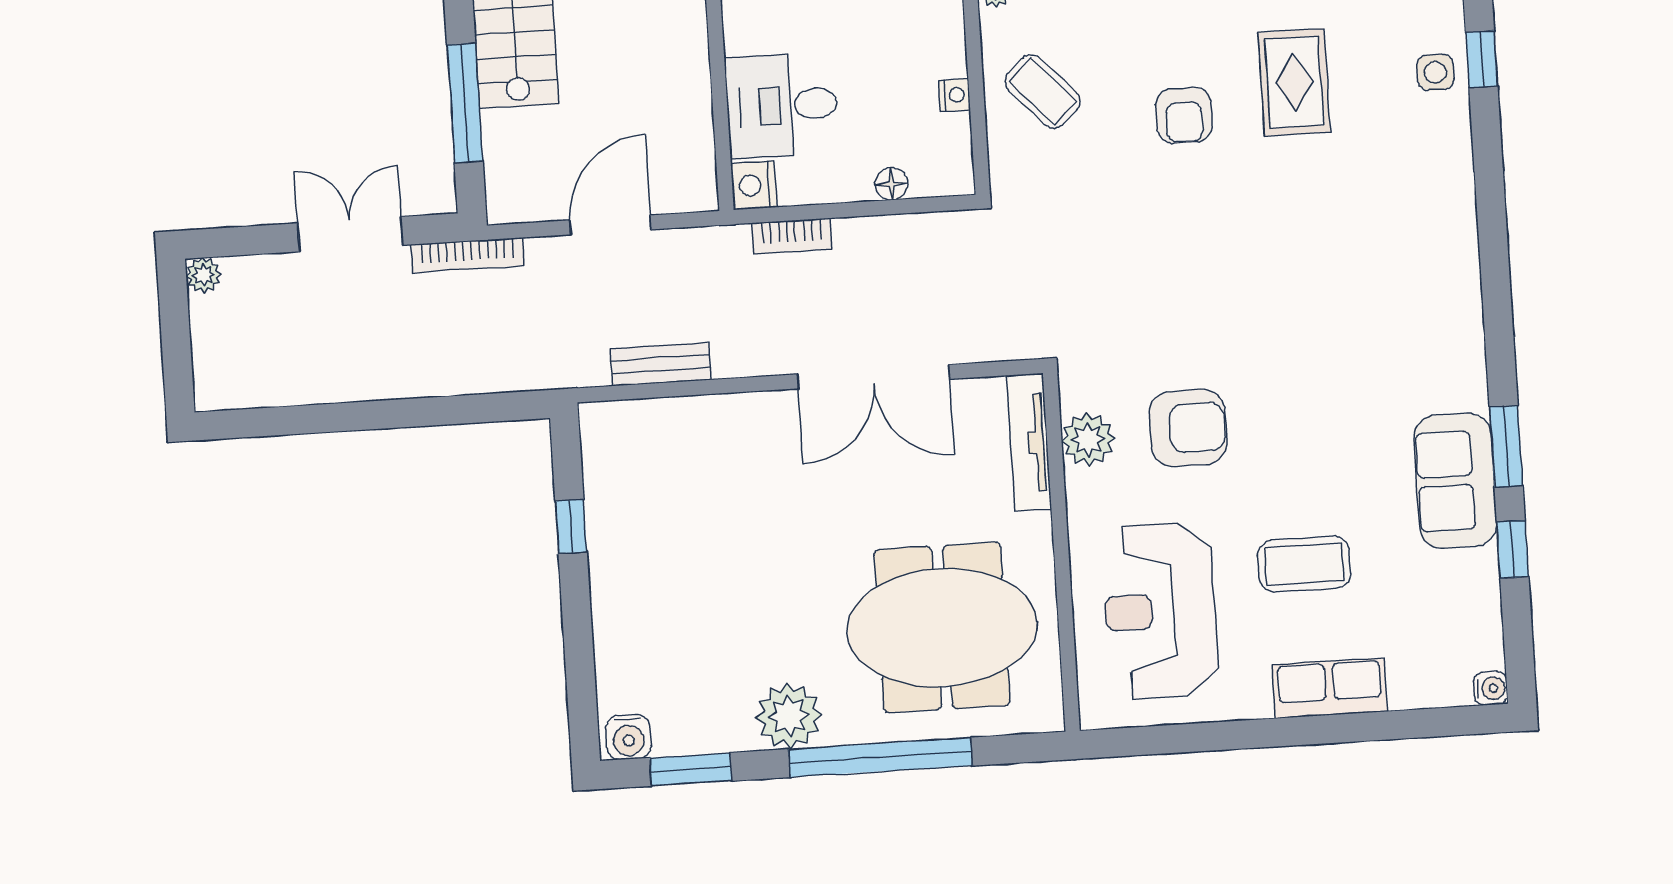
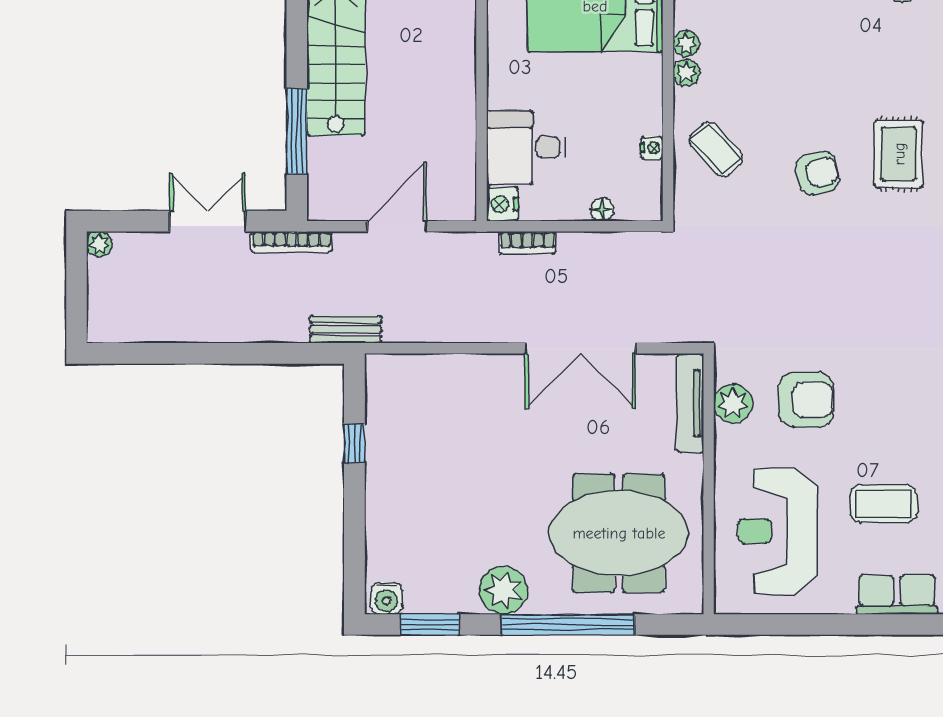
armchair: (1184, 115) -> (817, 173), turned -104
bench: (661, 364) -> (346, 330), moved

